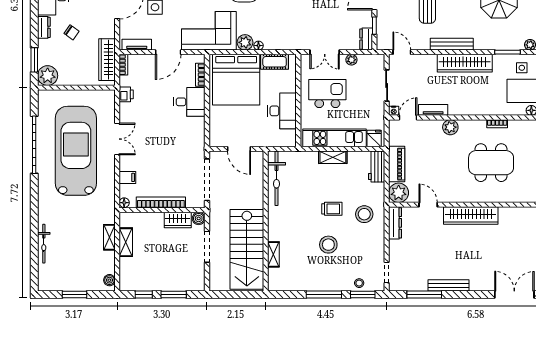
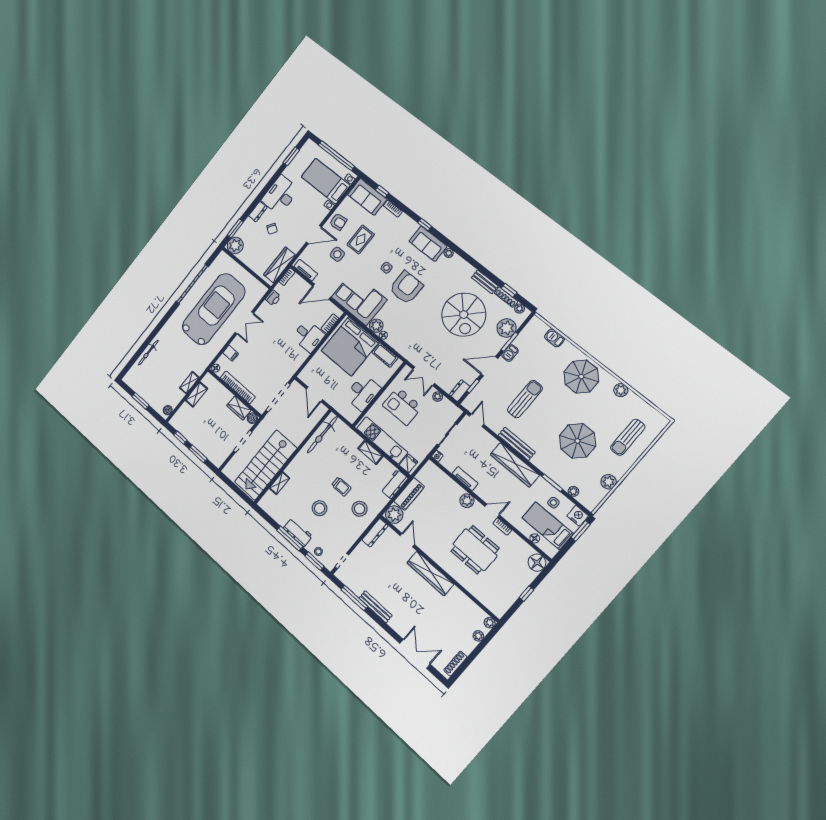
kitchen island: (327, 94) -> (402, 406), turned 180
door: (408, 118) -> (492, 511), moved
workbench: (327, 283) -> (298, 532), added

